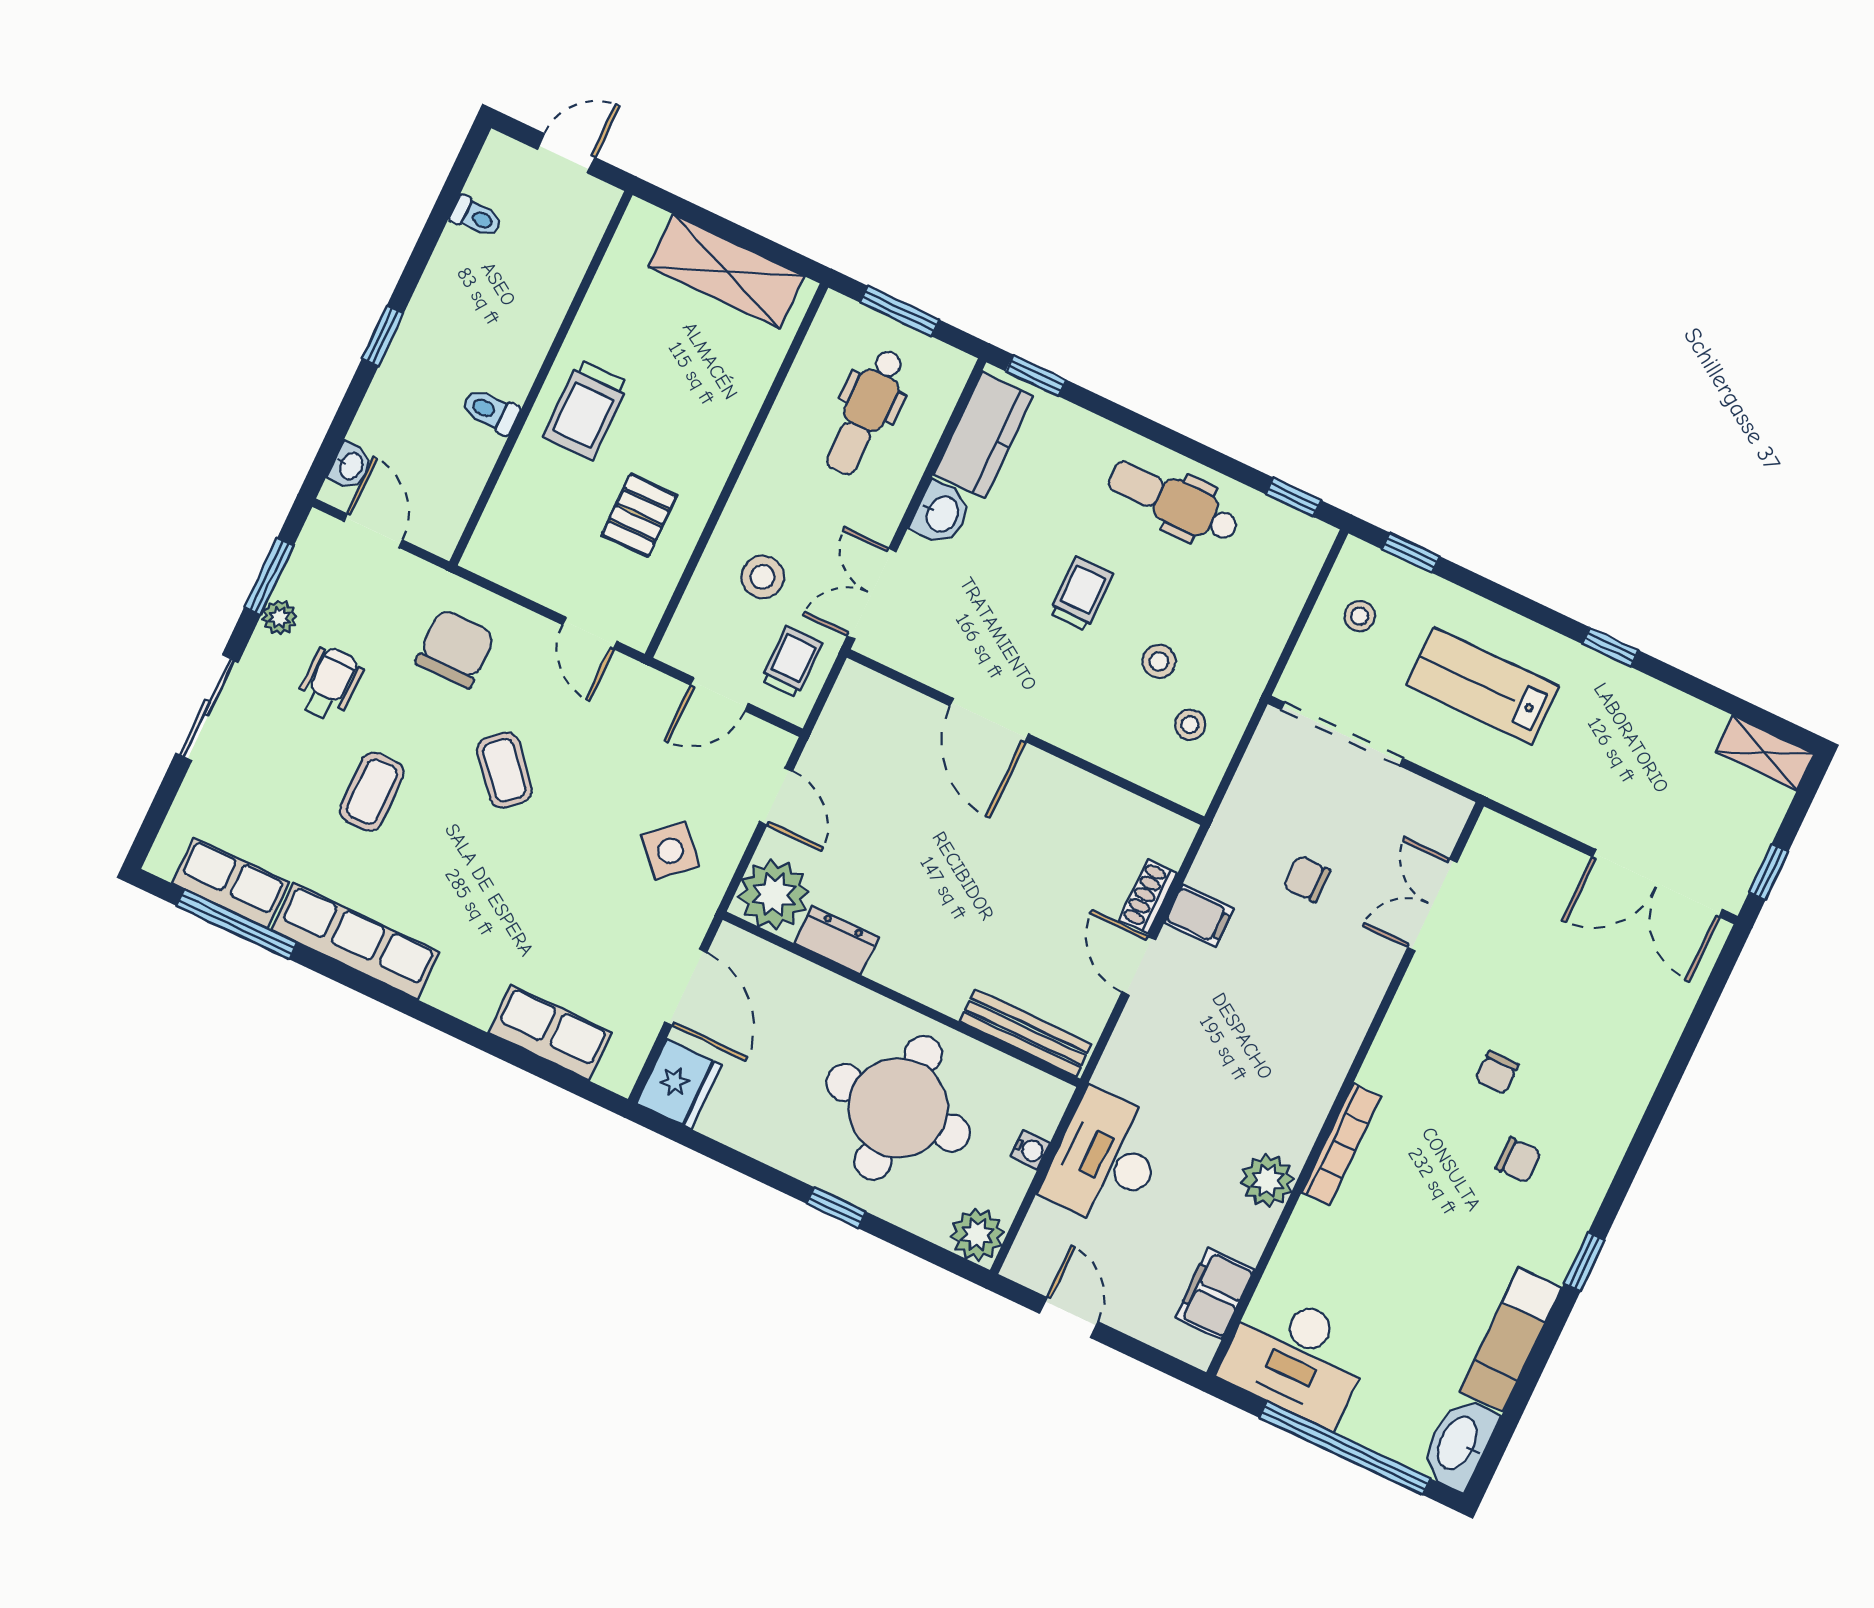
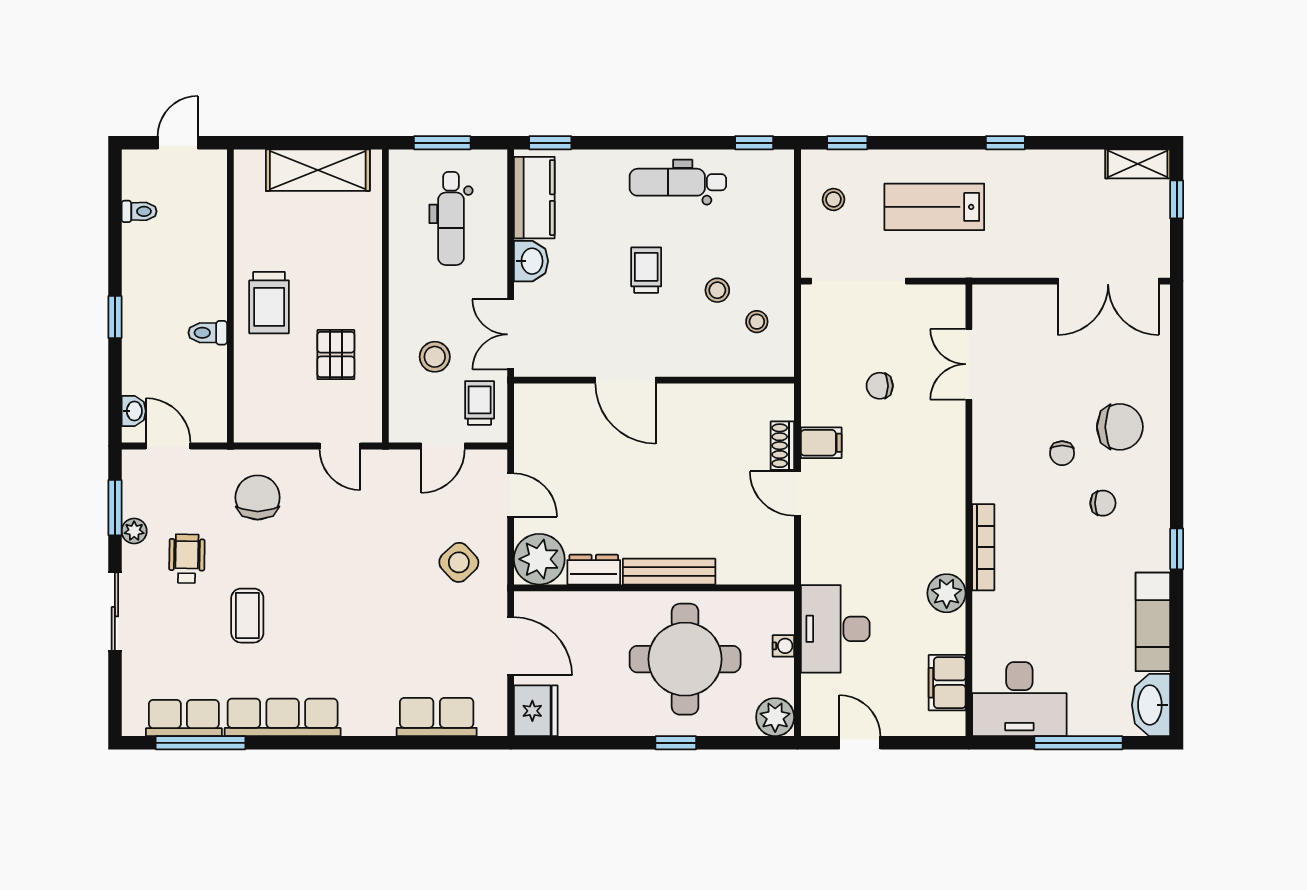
coffee table: (504, 770) -> (327, 561), removed
window: (1768, 872) -> (1177, 199), moved
bench: (1026, 1033) -> (669, 572), moved
chair: (1585, 1074) -> (1120, 427), added
window: (1345, 1448) -> (1078, 743), width x0.68

